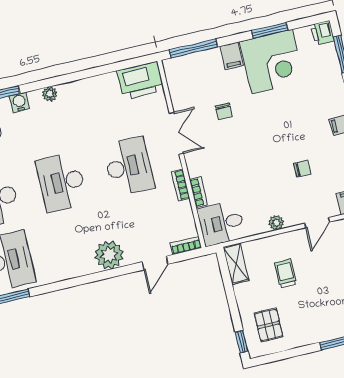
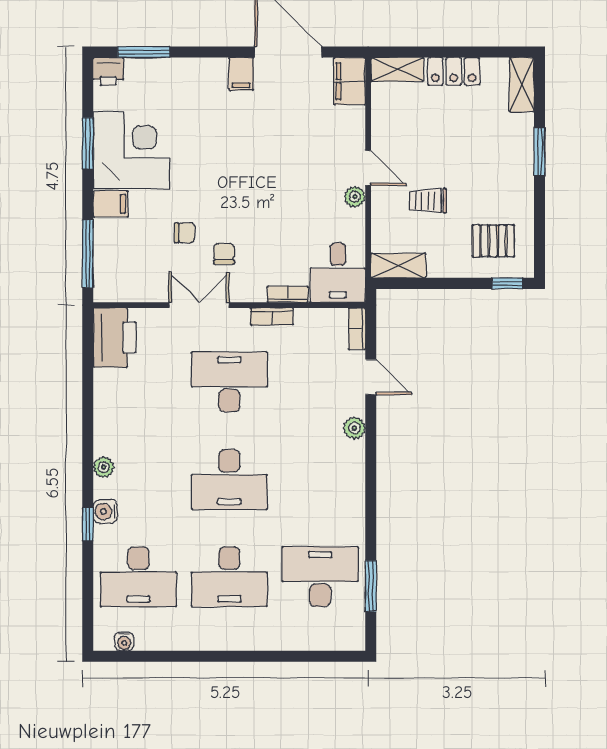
chair: (302, 169) -> (224, 254), moved
door: (317, 223) -> (368, 168), moved
plant: (109, 255) -> (354, 428), width x0.53, depth x0.53

